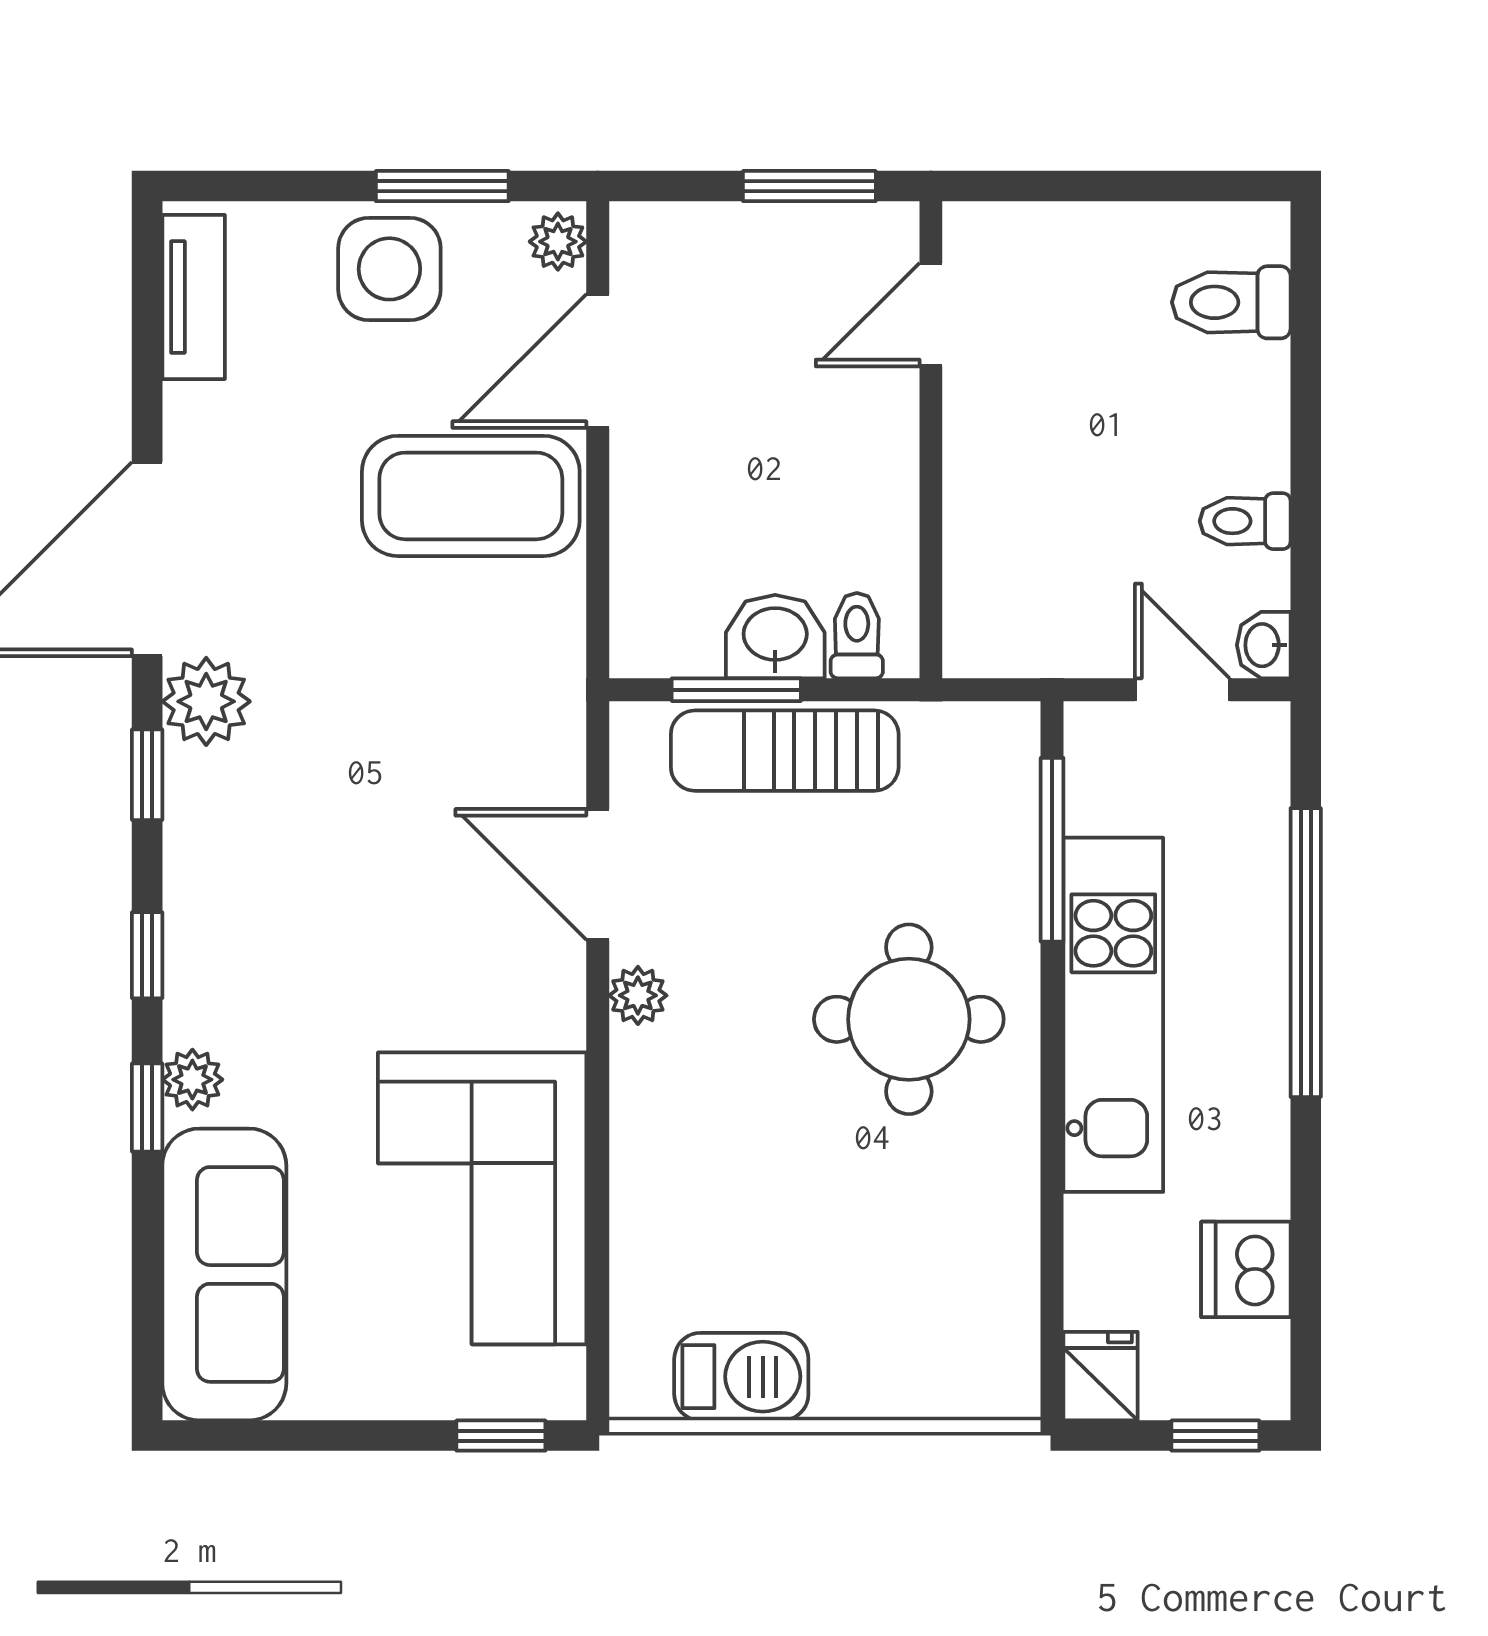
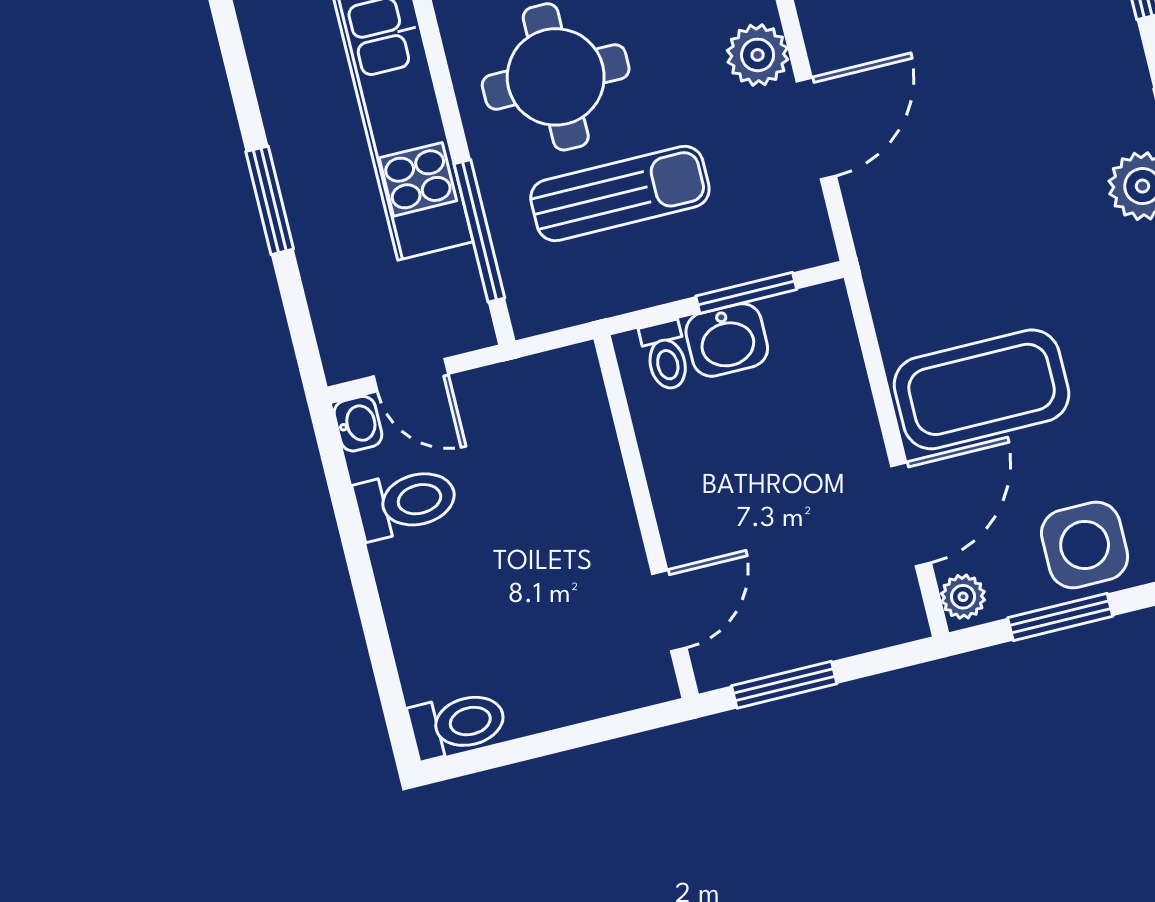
toilet: (1231, 302) -> (458, 724), moved
toilet: (1245, 521) -> (406, 502), width x1.37, depth x1.39
sun lounger: (785, 751) -> (620, 194), moved
door: (598, 874) -> (816, 128), hinge flipped
window: (1306, 953) -> (270, 200), width x0.47
plant: (638, 995) -> (758, 55), width x1.38, depth x1.38

